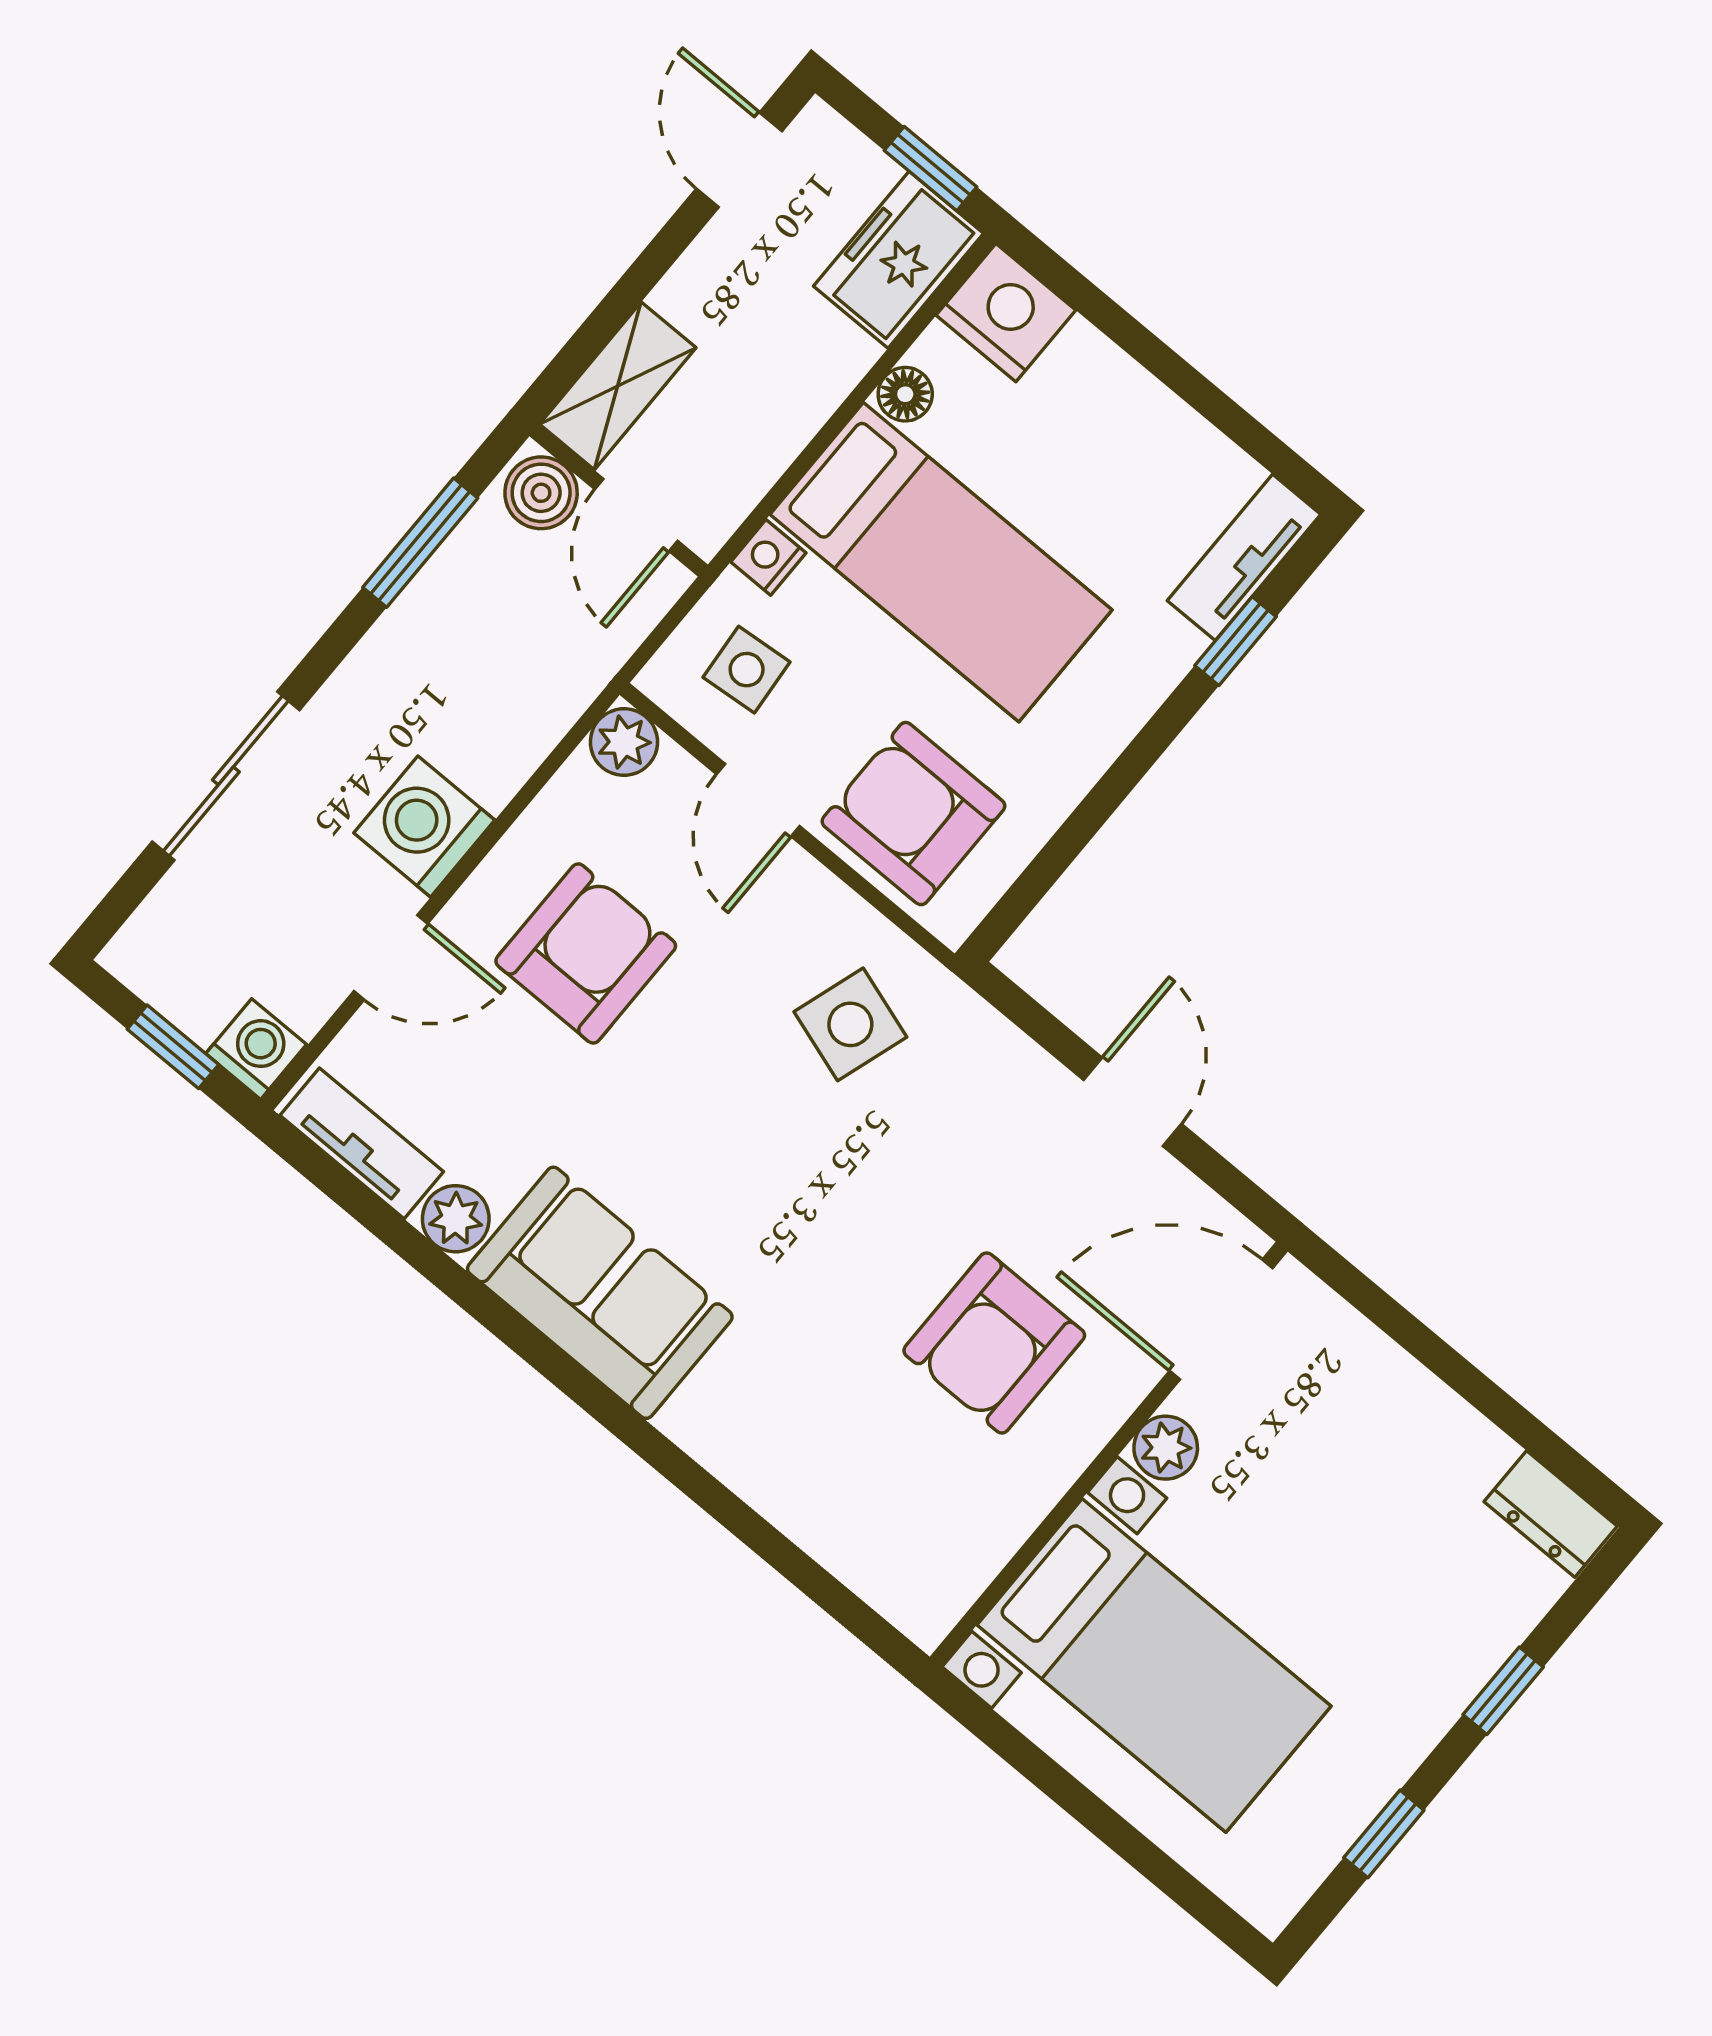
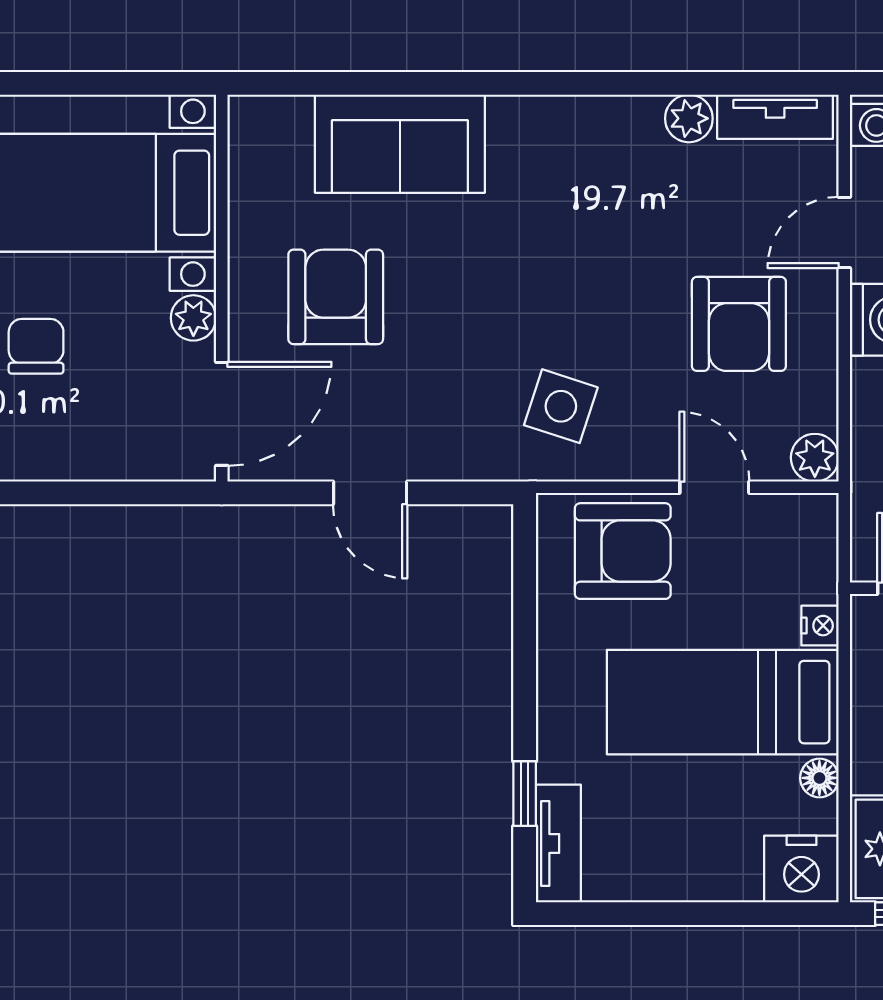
side table: (747, 670) -> (781, 554), removed
sofa: (600, 1293) -> (400, 144), moved
chair: (1360, 1558) -> (36, 346), added

